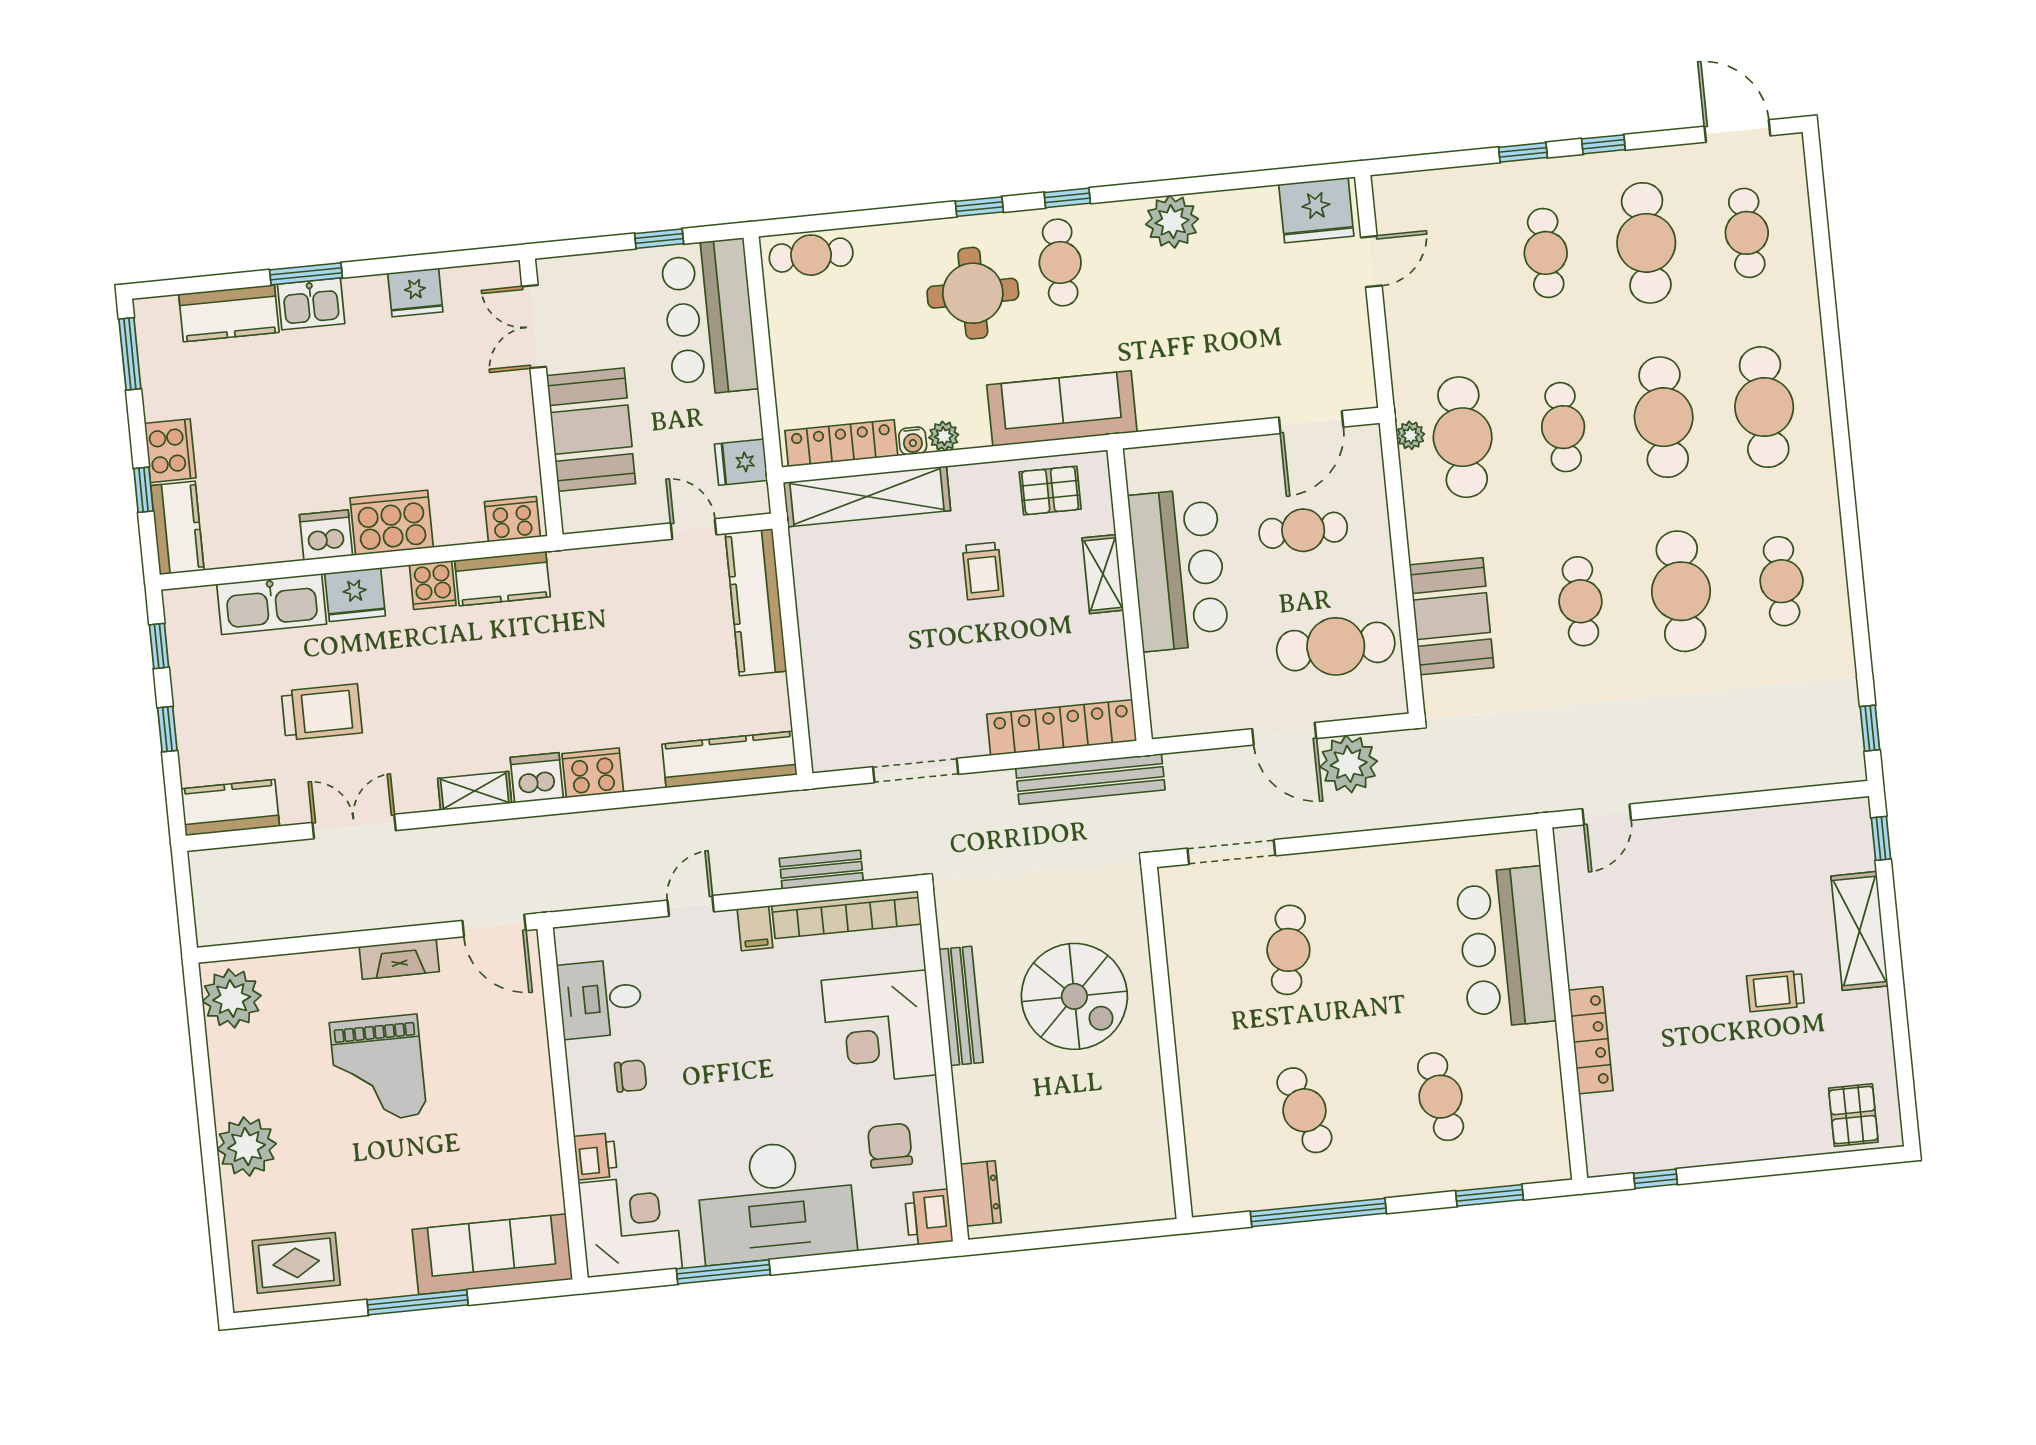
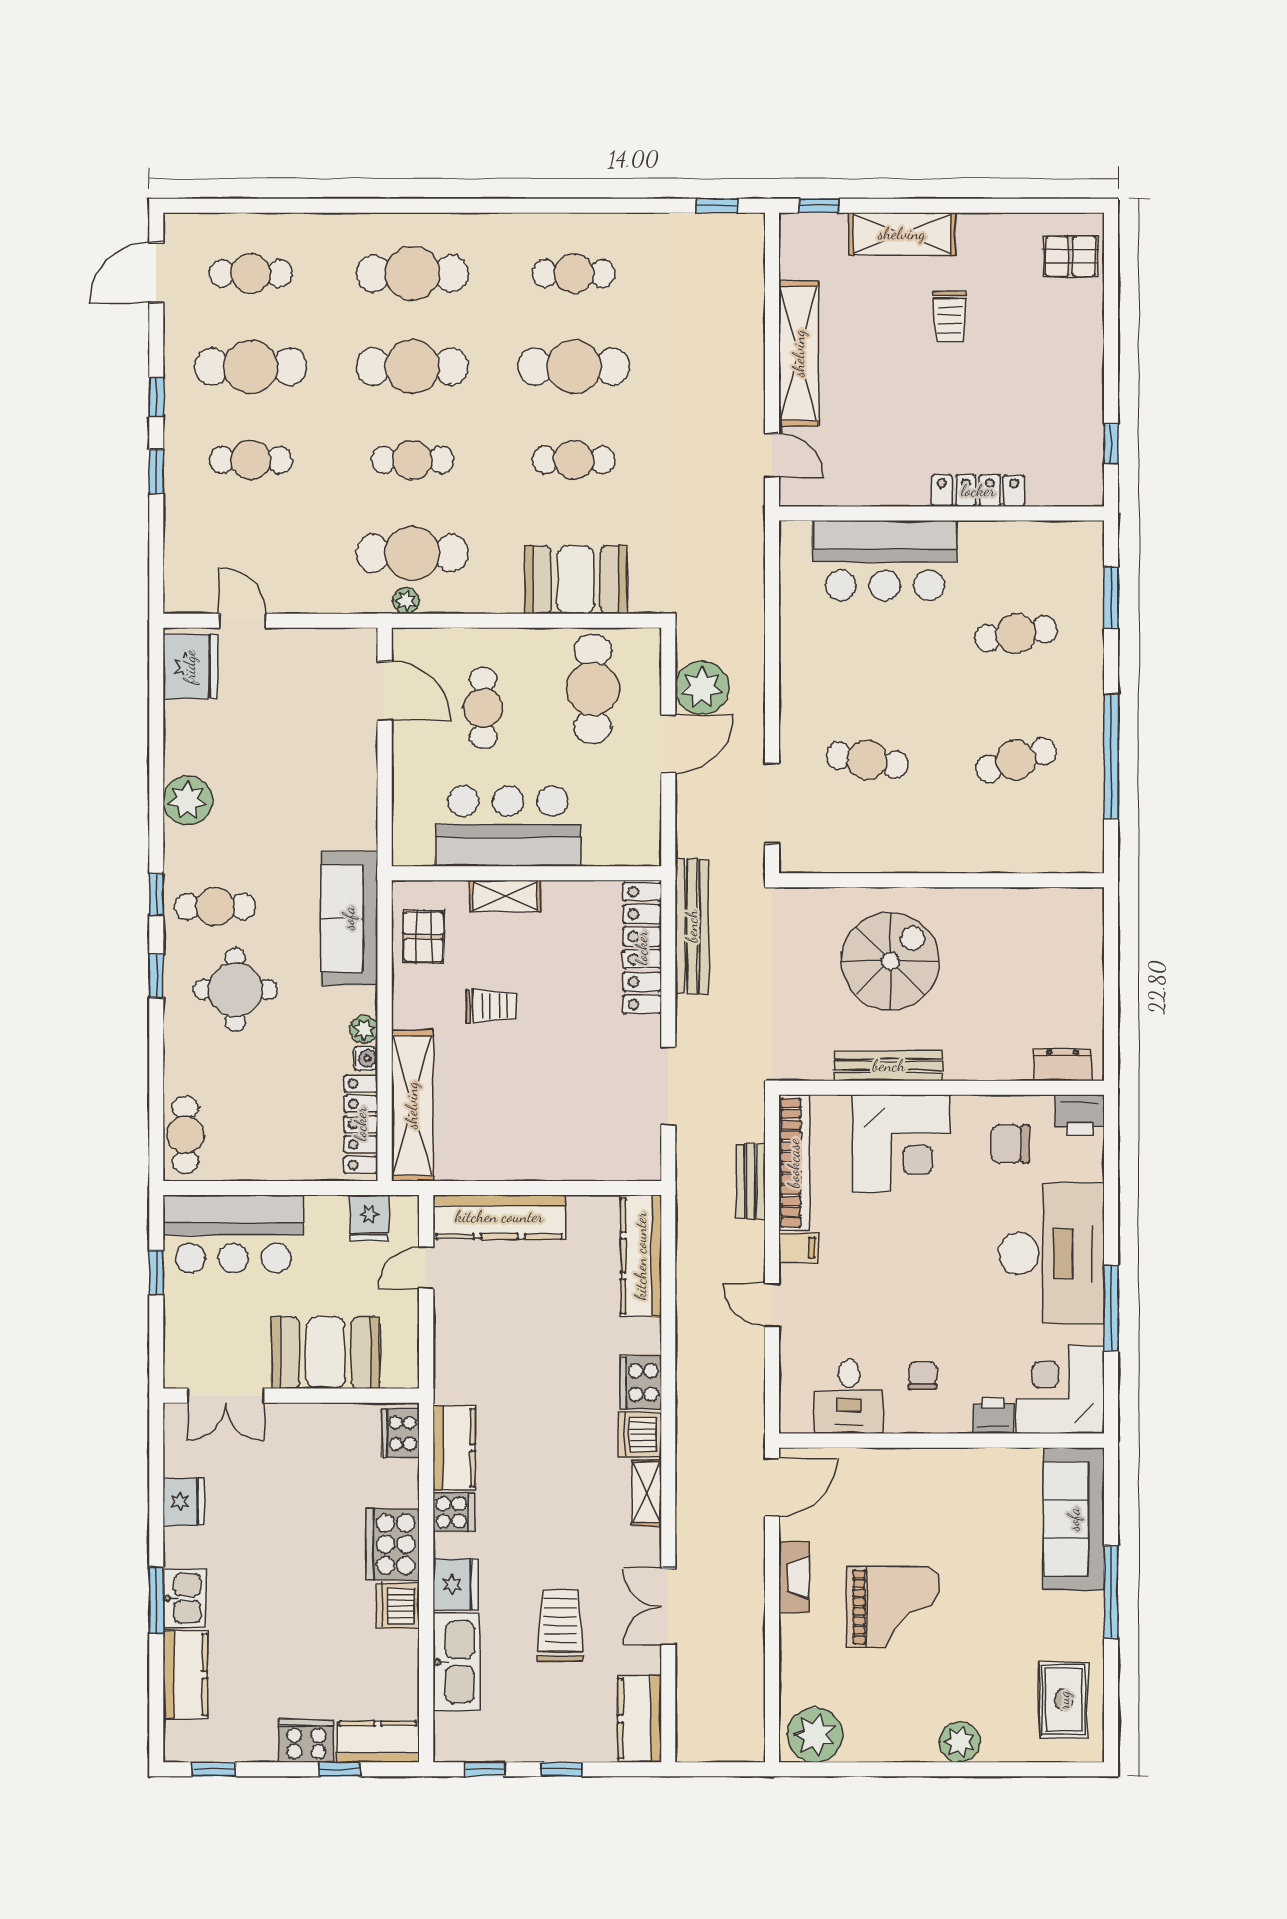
window: (130, 354) -> (214, 1769), width x0.67
shelving: (1719, 832) -> (799, 353), added
plant: (247, 1147) -> (960, 1742), width x0.73, depth x0.73

